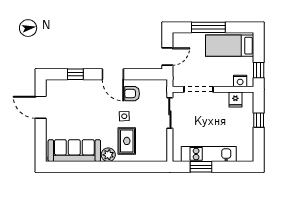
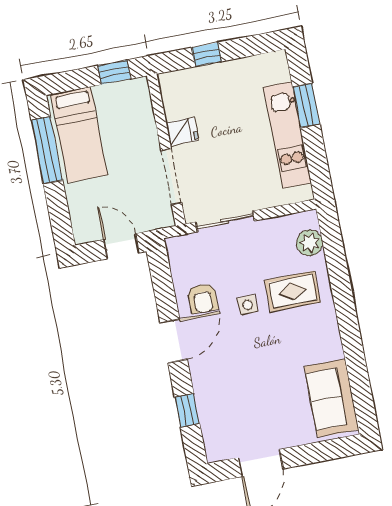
window: (208, 27) -> (47, 150), moved
nightstand: (240, 81) -> (141, 103), removed
fridge: (235, 100) -> (182, 131), moved
sofa: (74, 151) -> (332, 398), width x0.73
plant: (108, 155) -> (310, 243), moved
window: (201, 167) -> (306, 105), moved

